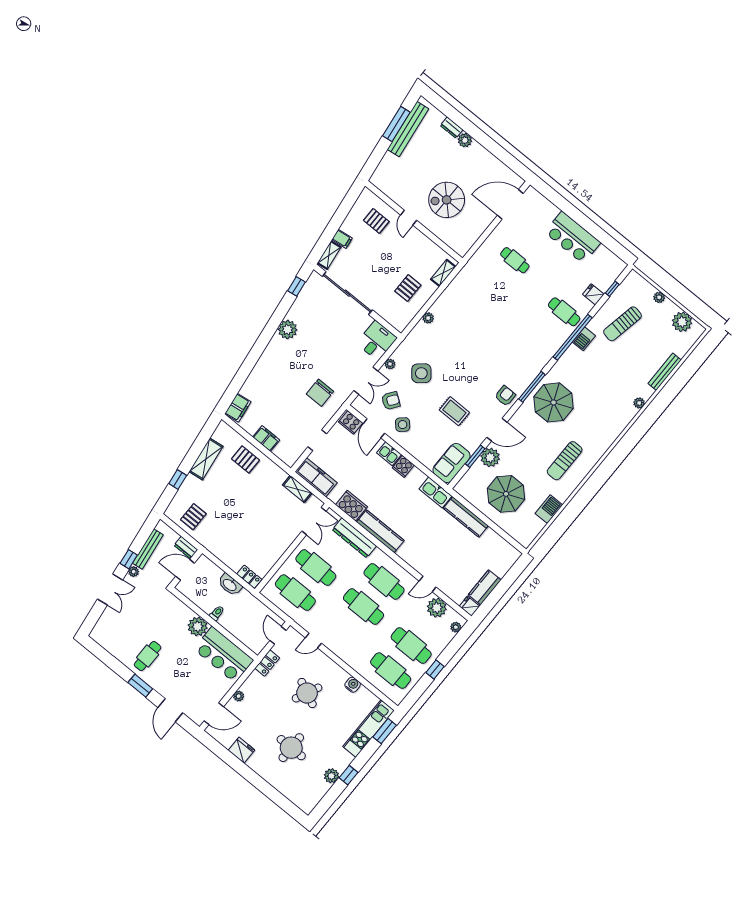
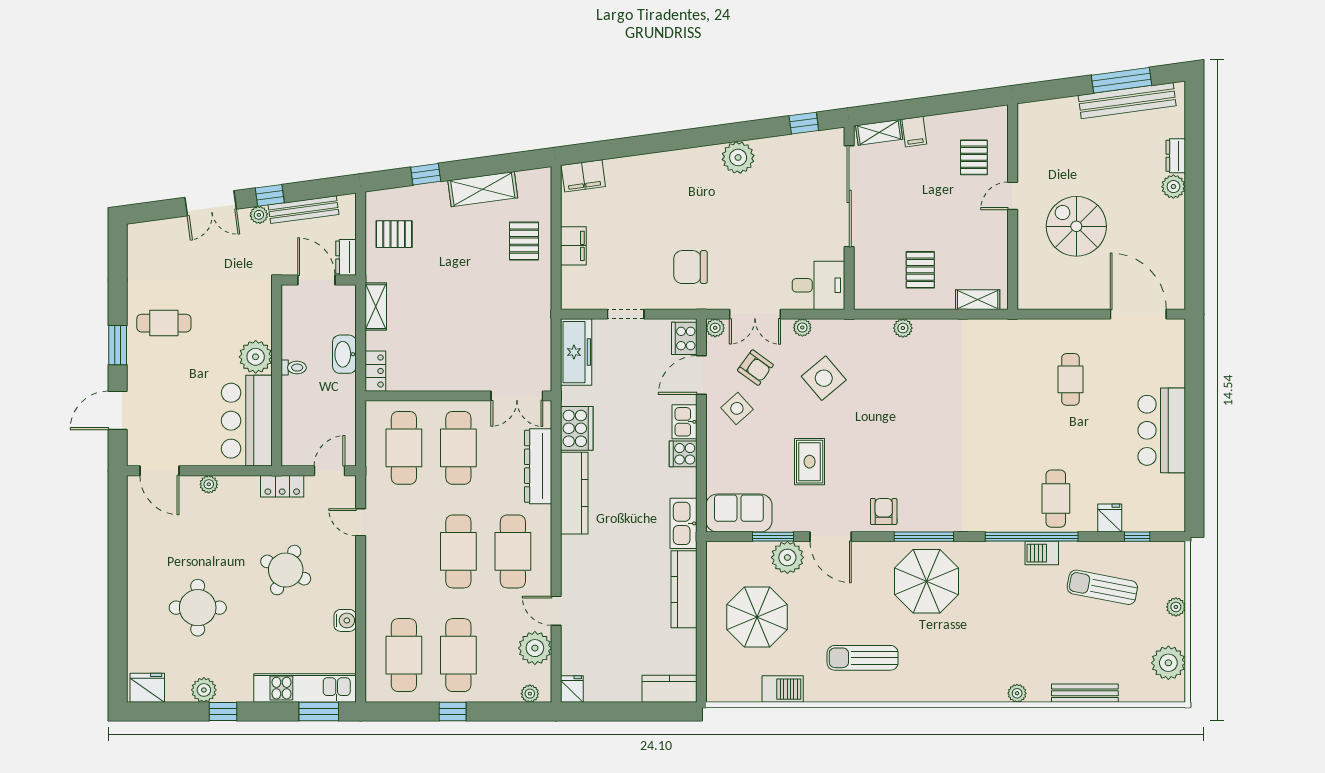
pallet: (408, 288) -> (920, 270), turned 90
armchair: (505, 396) -> (884, 511), turned -90
plant: (357, 404) -> (715, 328), added
shelving: (297, 489) -> (376, 307), moved
kitchen counter: (485, 587) -> (669, 689), moved
fridge: (241, 750) -> (147, 688), moved, turned -90

